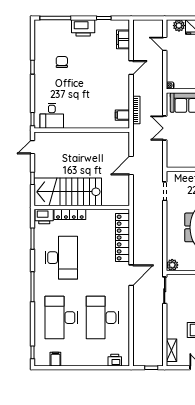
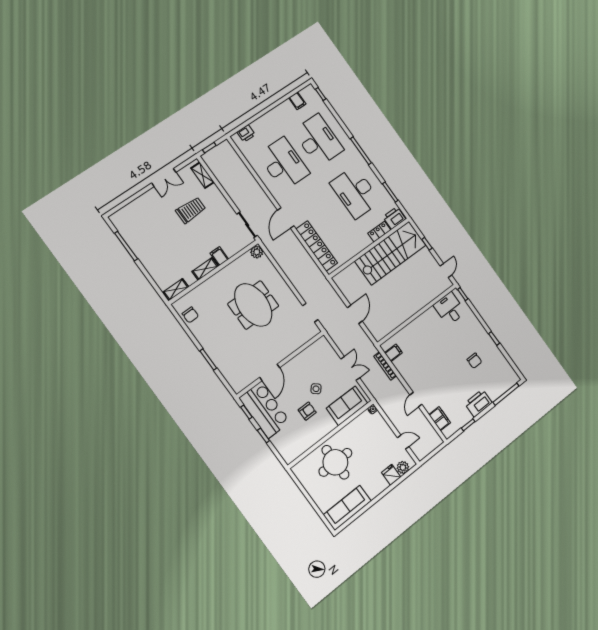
locker: (70, 214) -> (379, 232), width x0.66

